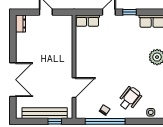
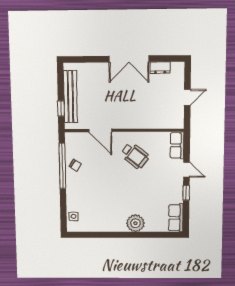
dresser: (20, 24) -> (160, 68), moved
double door: (13, 80) -> (129, 59), moved
wheelchair: (130, 98) -> (135, 156), moved

